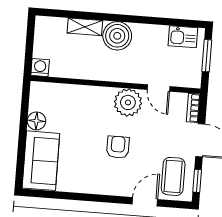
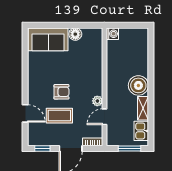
shelving: (85, 27) -> (143, 108), moved
plant: (128, 102) -> (97, 101), width x0.53, depth x0.53
coffee table: (173, 176) -> (59, 116), moved

